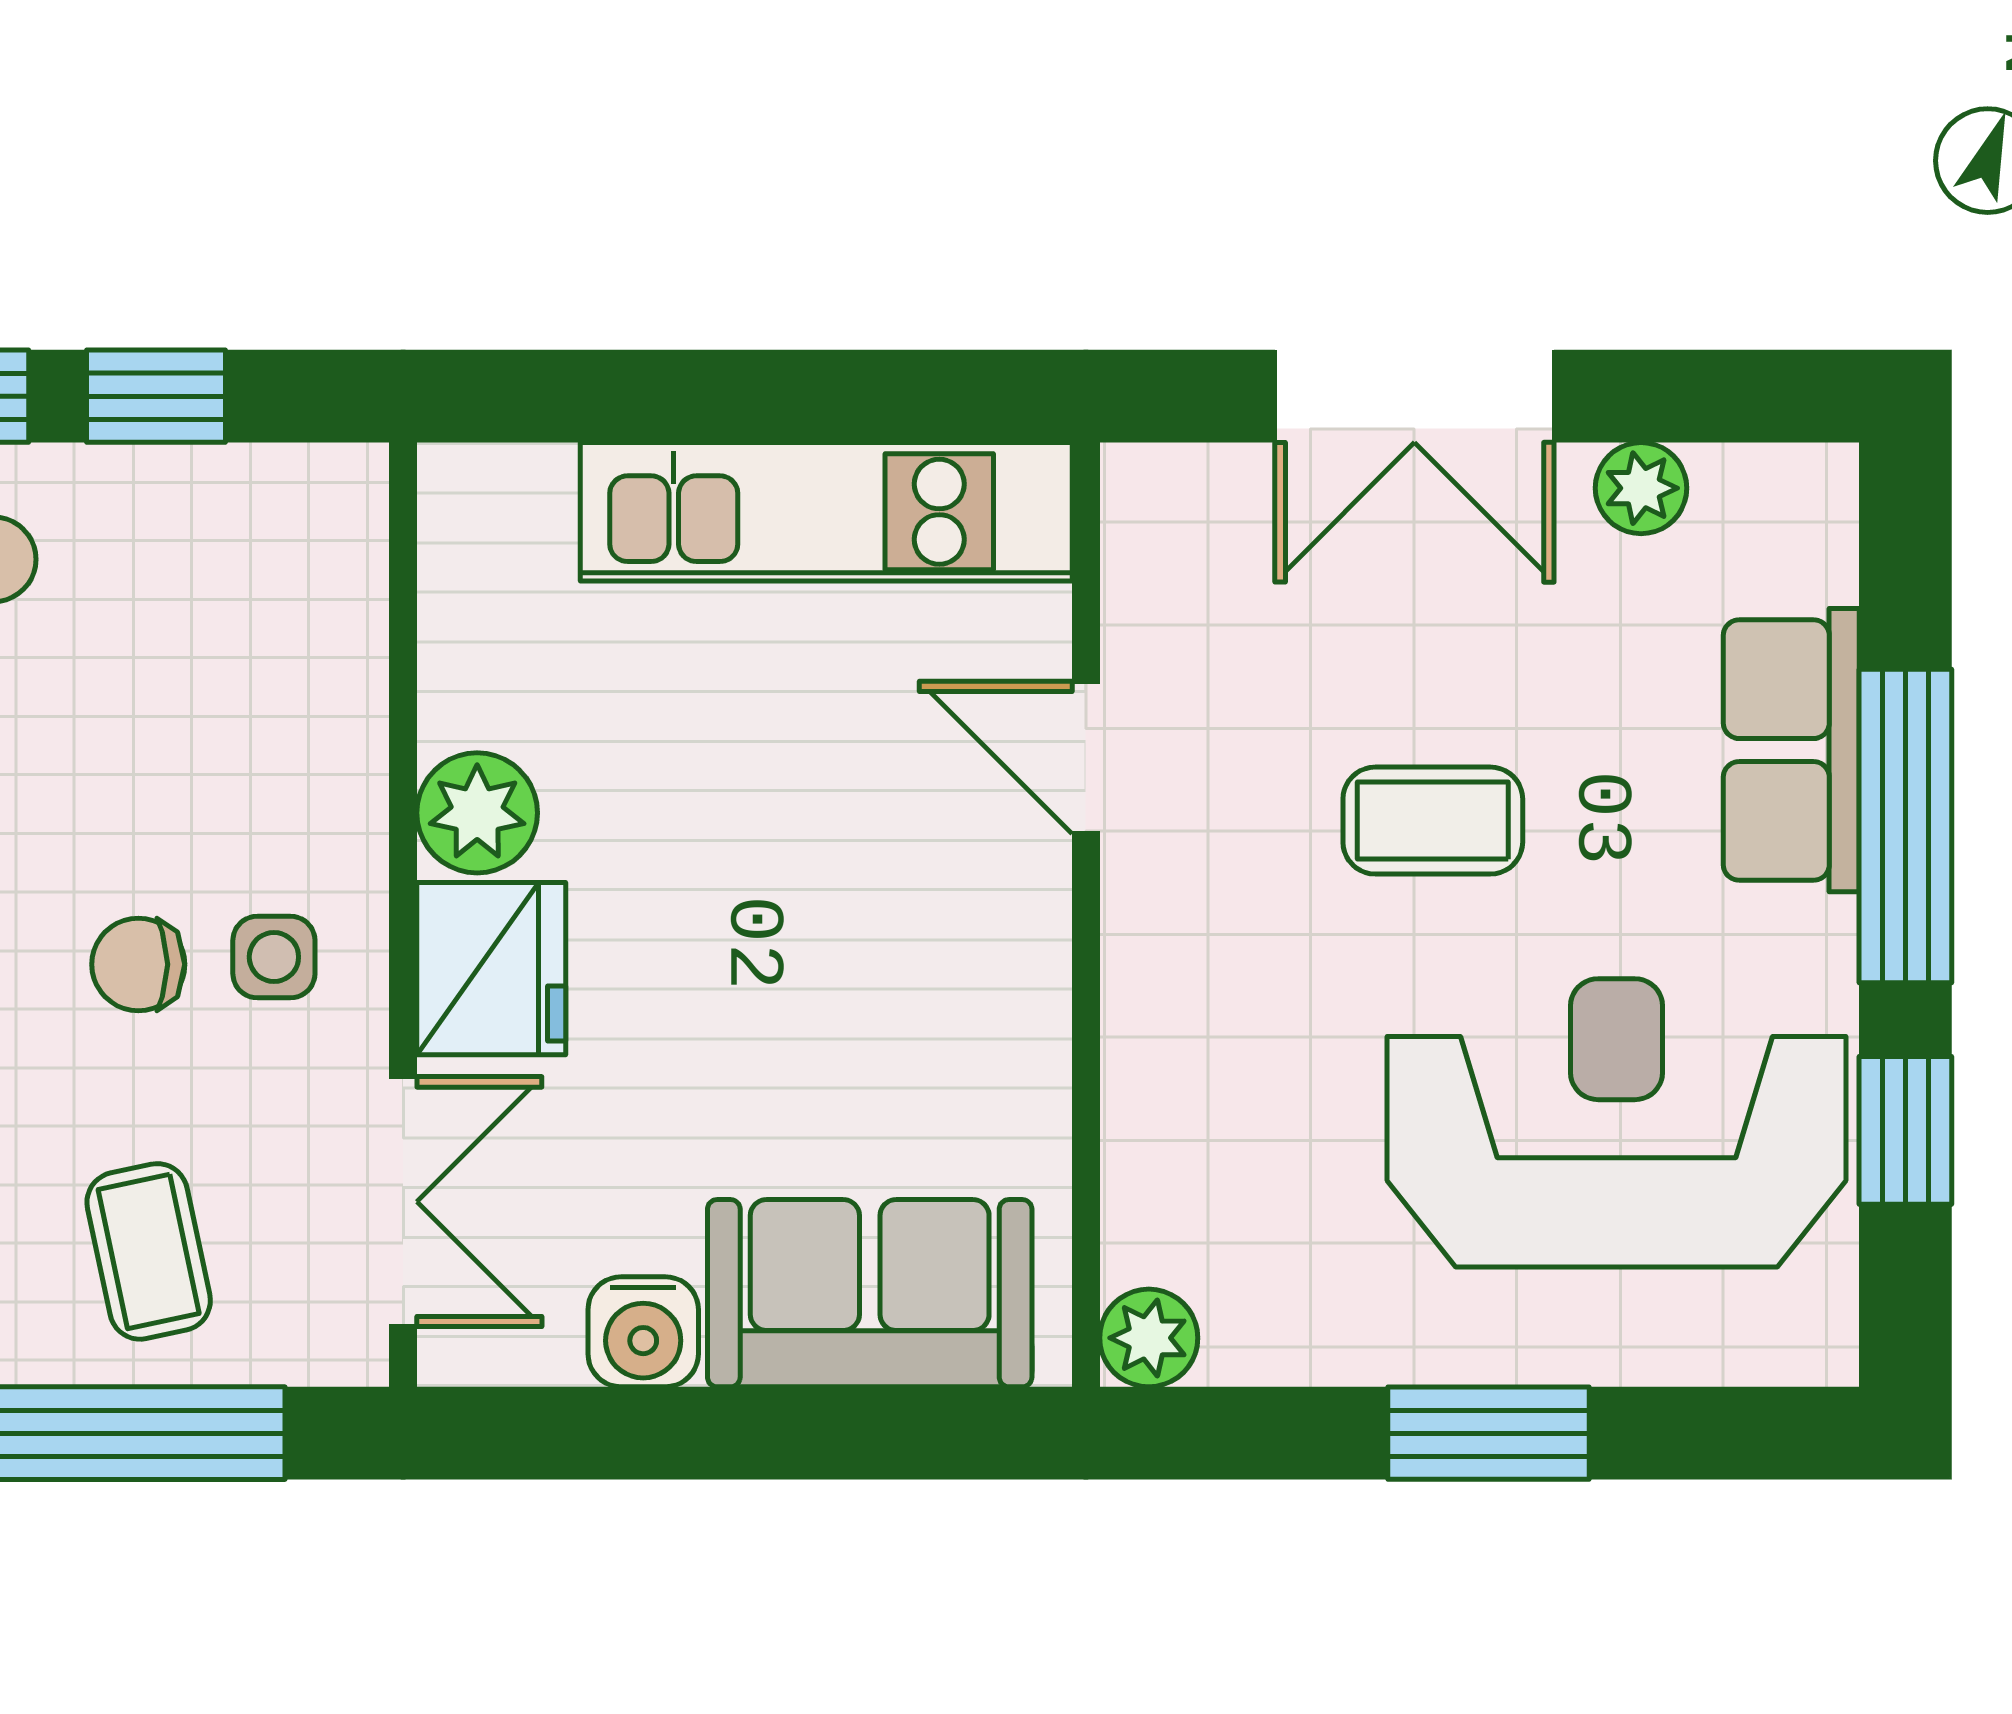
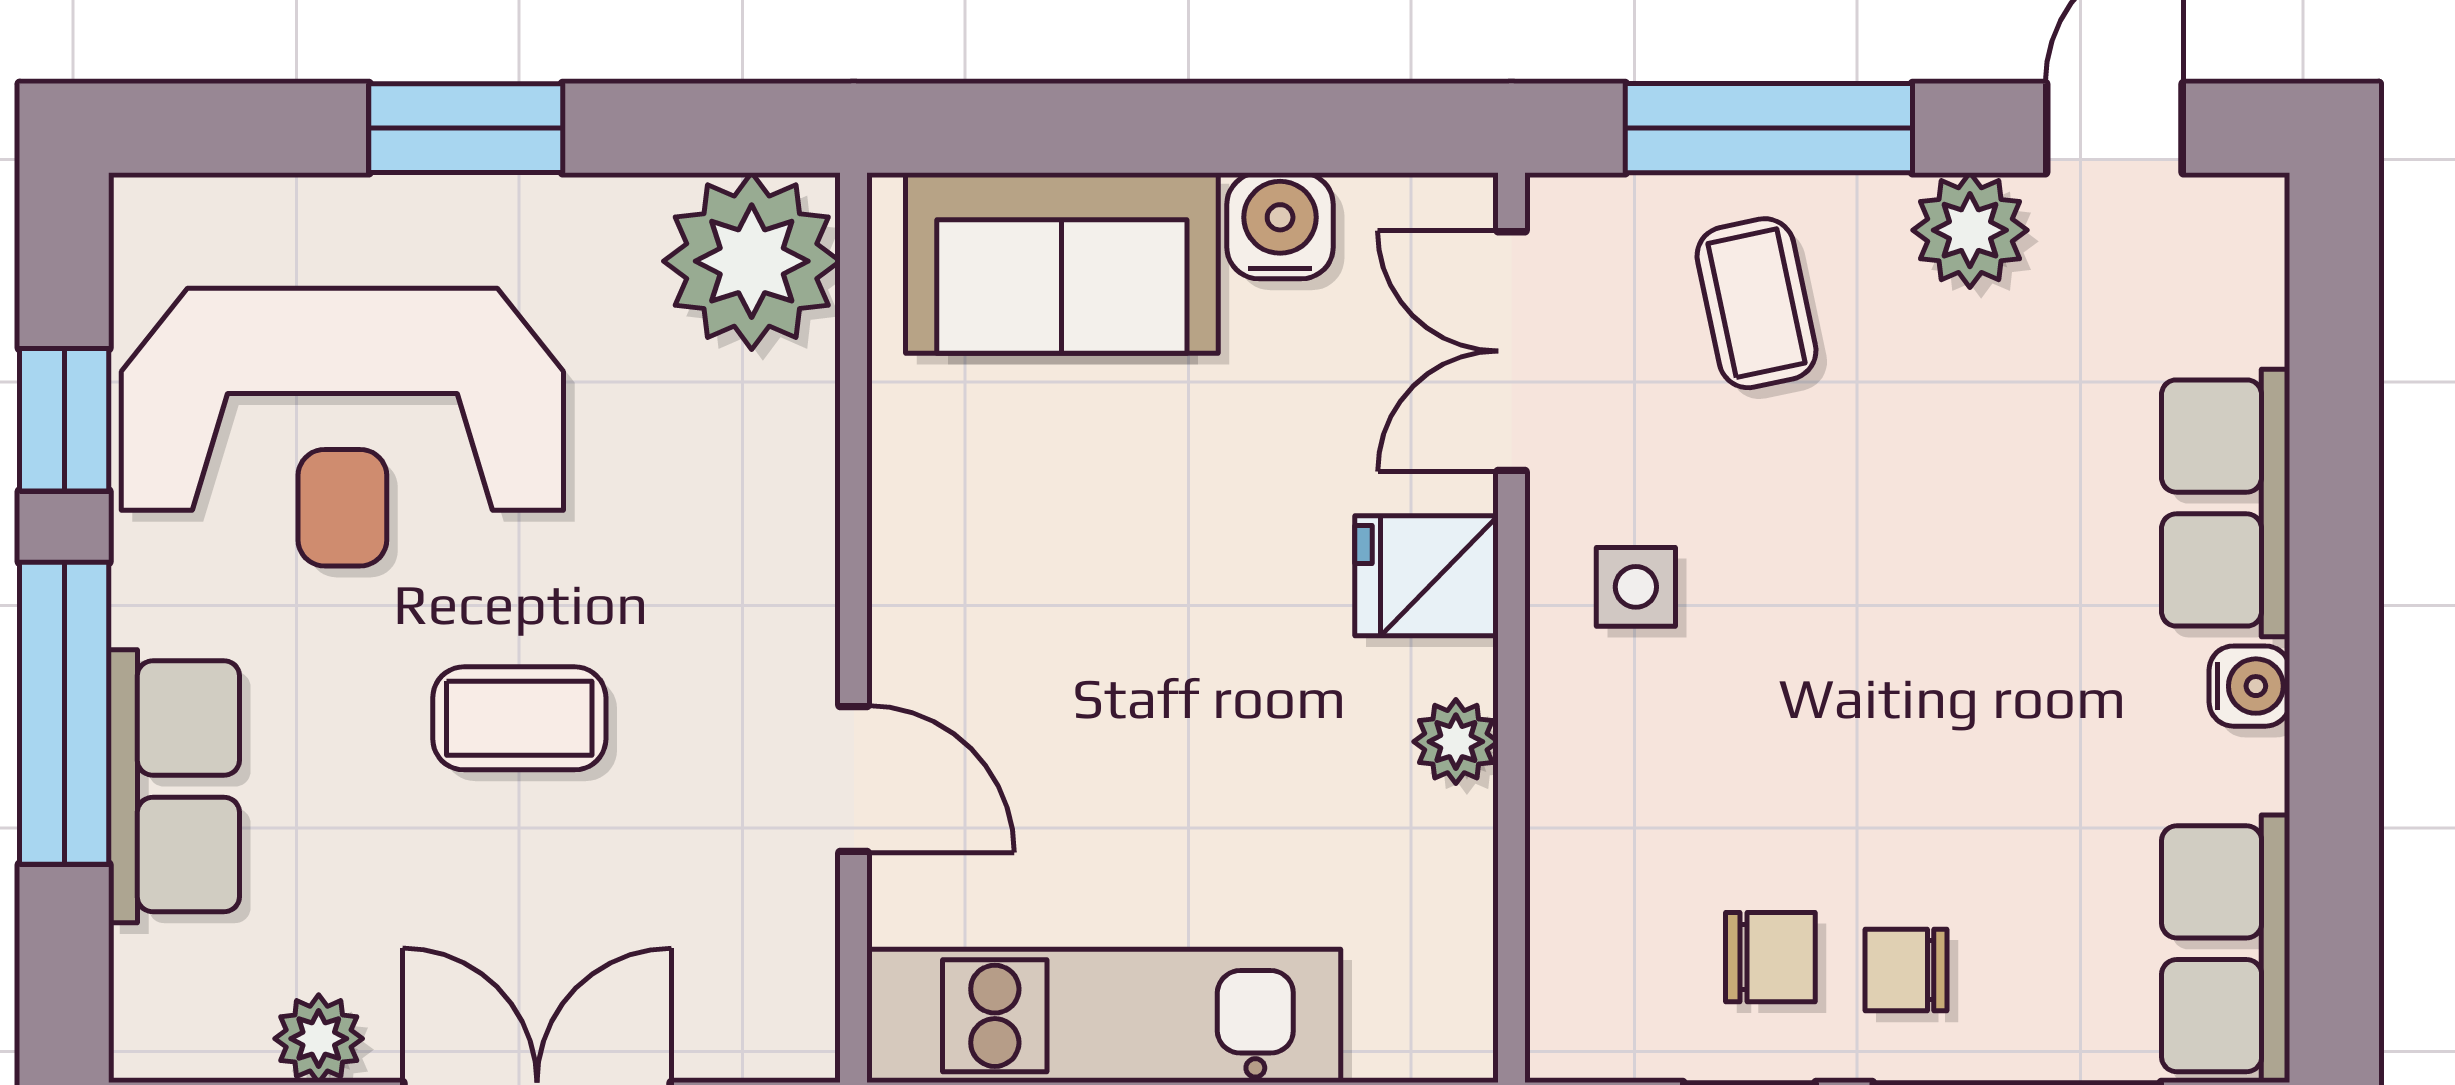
plant: (477, 813) -> (1456, 742), width x0.73, depth x0.73
chair: (138, 964) -> (1770, 957), moved
fridge: (491, 969) -> (1426, 576), width x0.72
plant: (1149, 1338) -> (752, 261), width x1.88, depth x1.88

